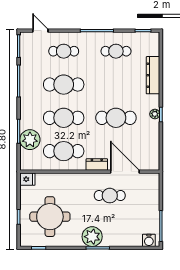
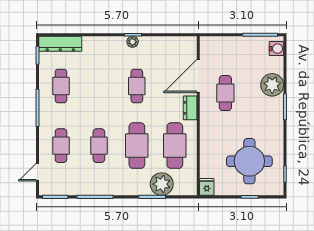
dresser: (153, 75) -> (60, 44), moved
cafe table: (64, 85) -> (99, 146), width x0.73, depth x0.74
cafe table: (116, 118) -> (137, 86), width x0.73, depth x0.74
plant: (92, 237) -> (272, 85), moved

